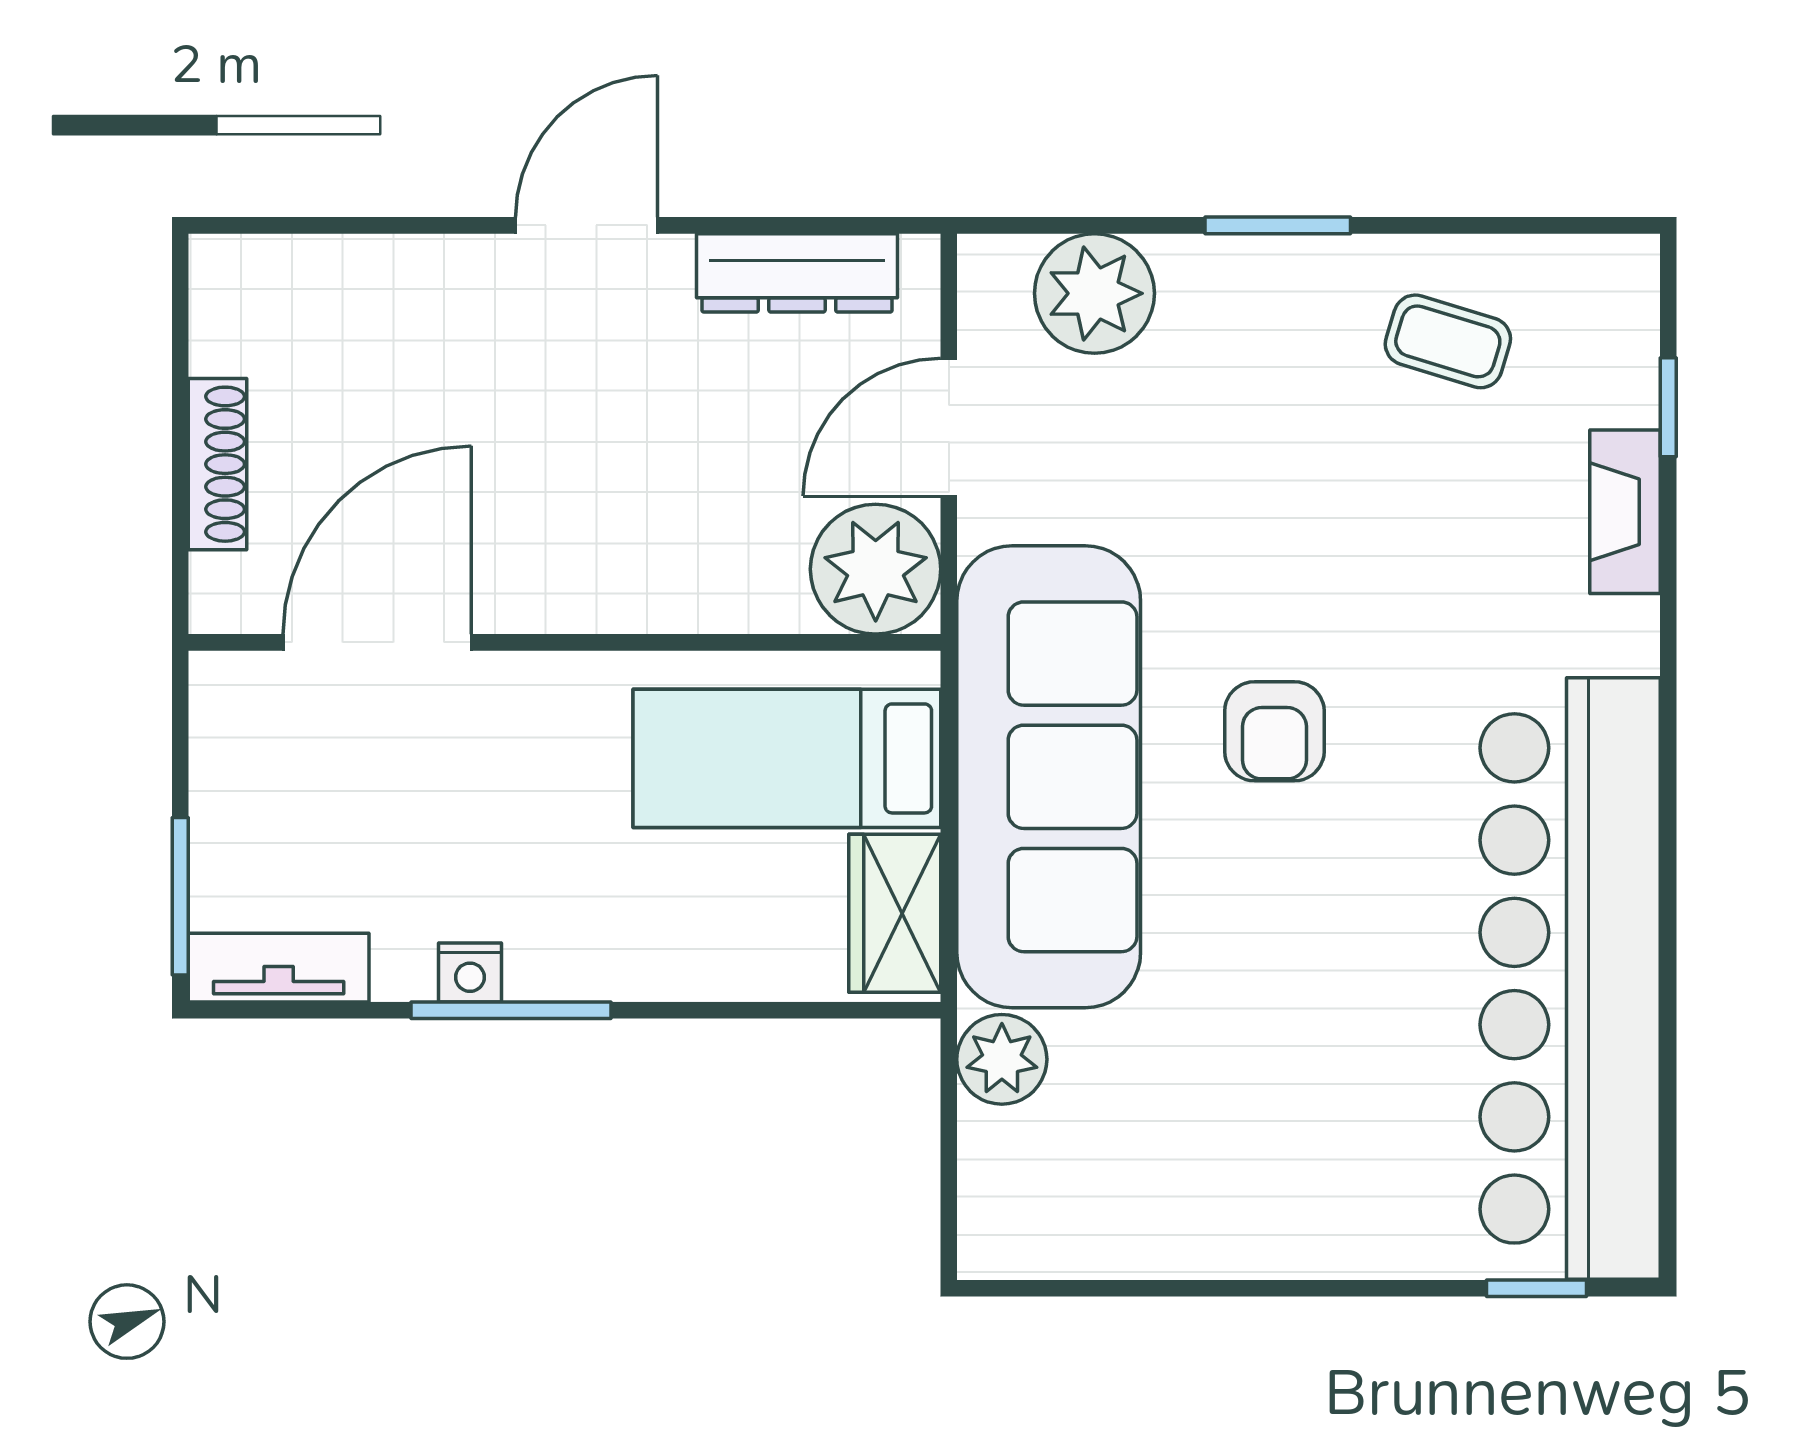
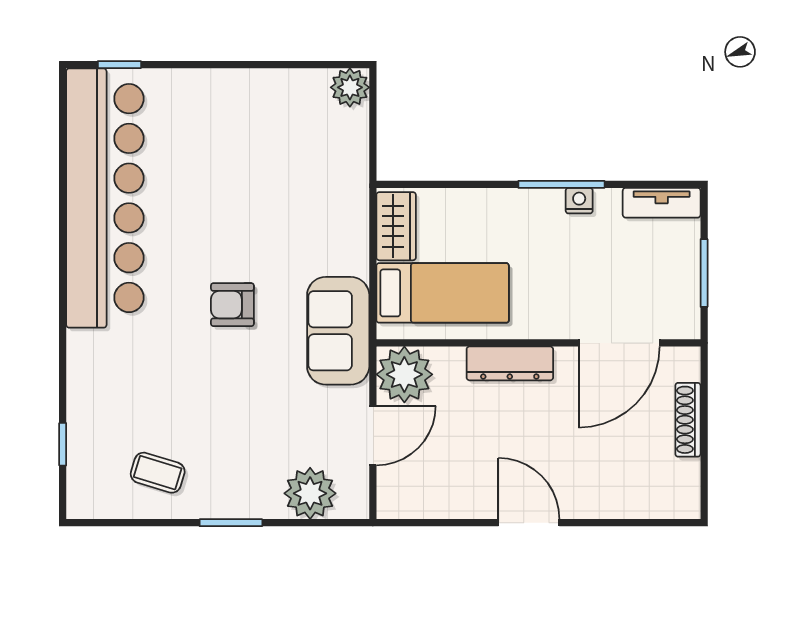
door: (587, 225) -> (529, 523), swing flipped
dresser: (797, 273) -> (510, 363), moved, turned 180
fireplace: (1625, 512) -> (81, 399), removed
armchair: (1274, 731) -> (232, 305), turned -90
sofa: (1049, 777) -> (338, 331), width x0.54, depth x0.79
window: (180, 896) -> (704, 273), moved
plant: (1002, 1059) -> (350, 87), moved

